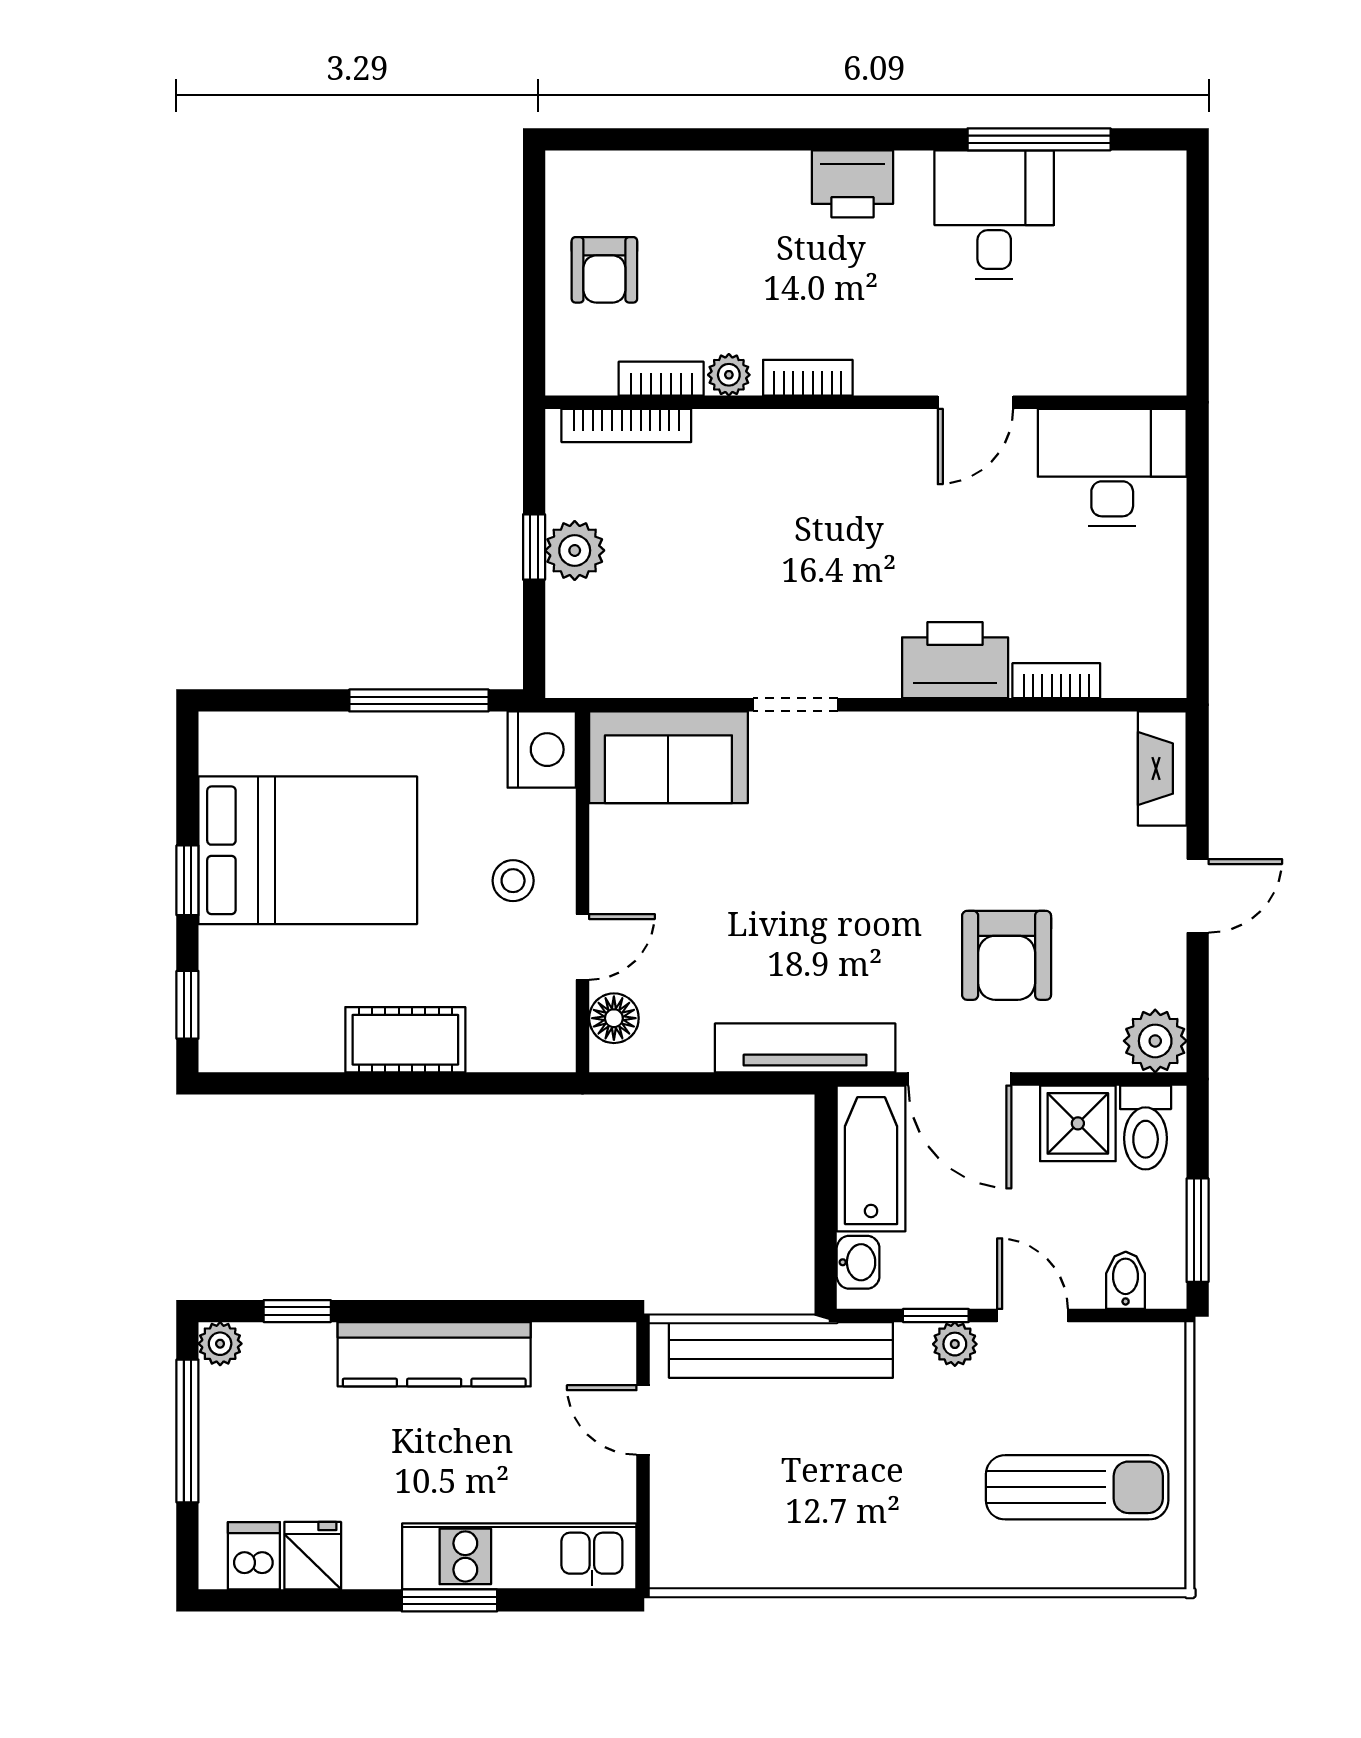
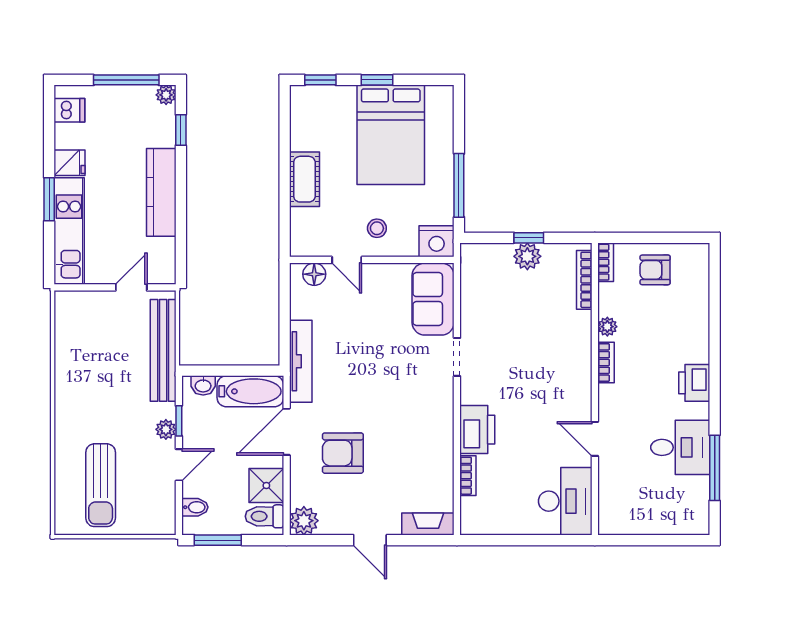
bookcase: (661, 379) -> (606, 262), moved
fridge: (313, 1556) -> (69, 163), moved

